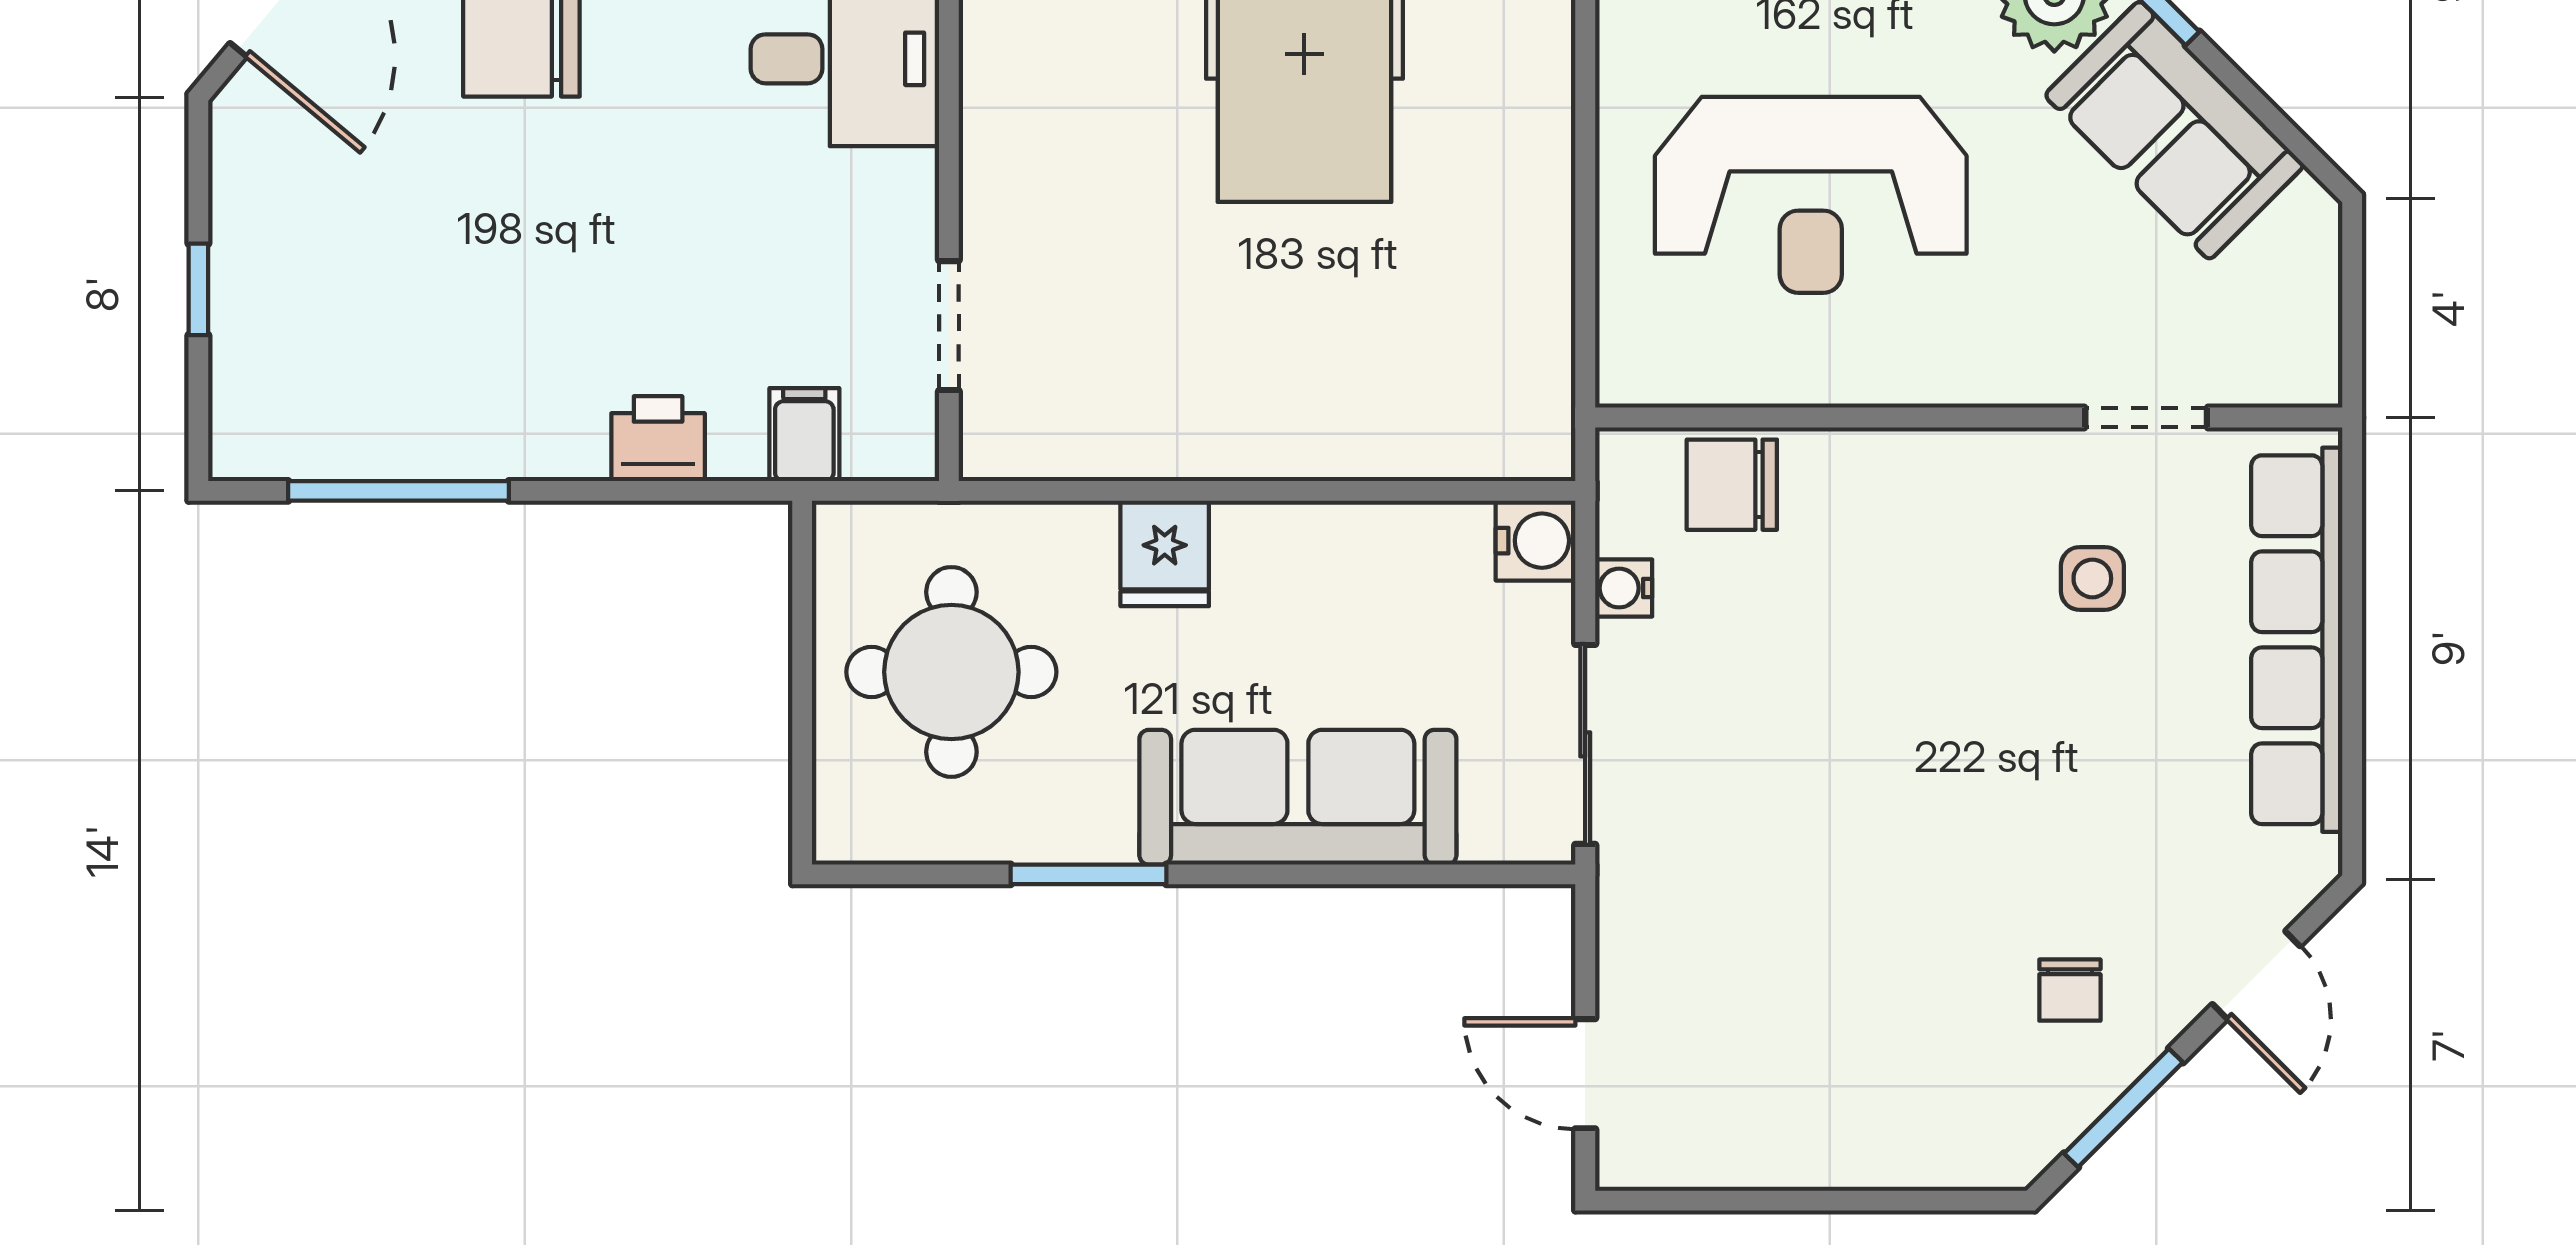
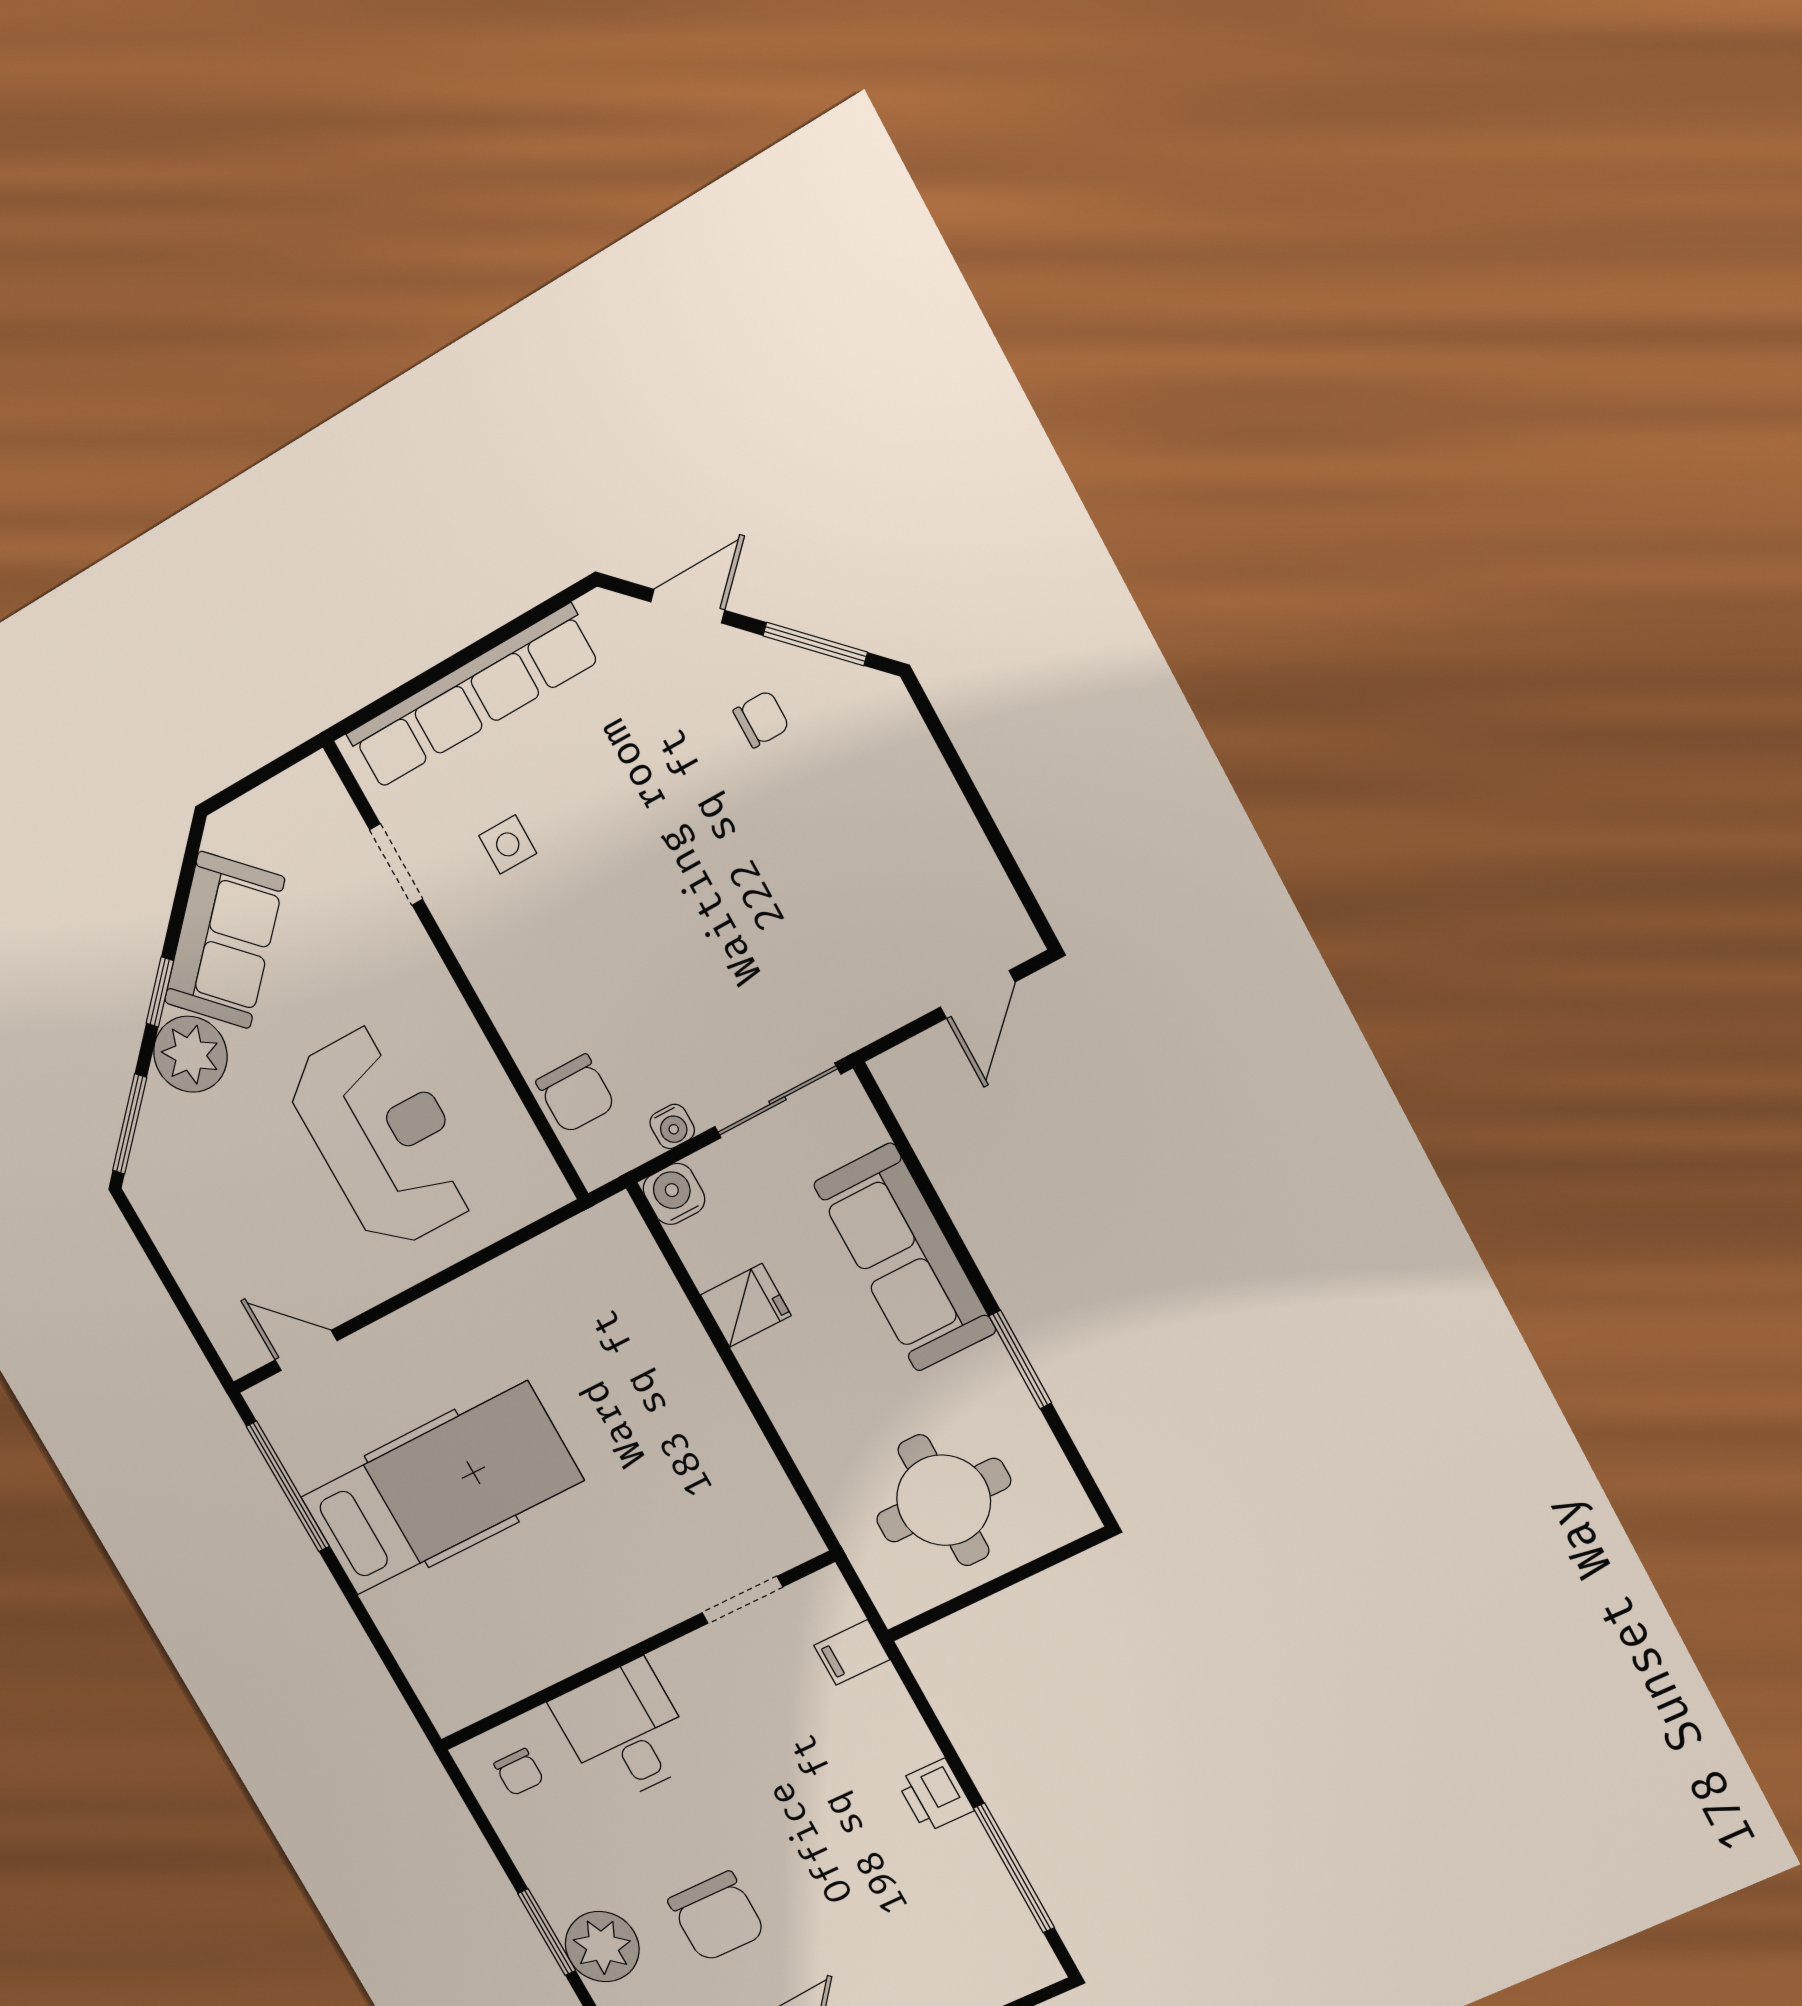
printer: (658, 439) -> (935, 1796), moved
fridge: (1165, 553) -> (746, 1305), moved

